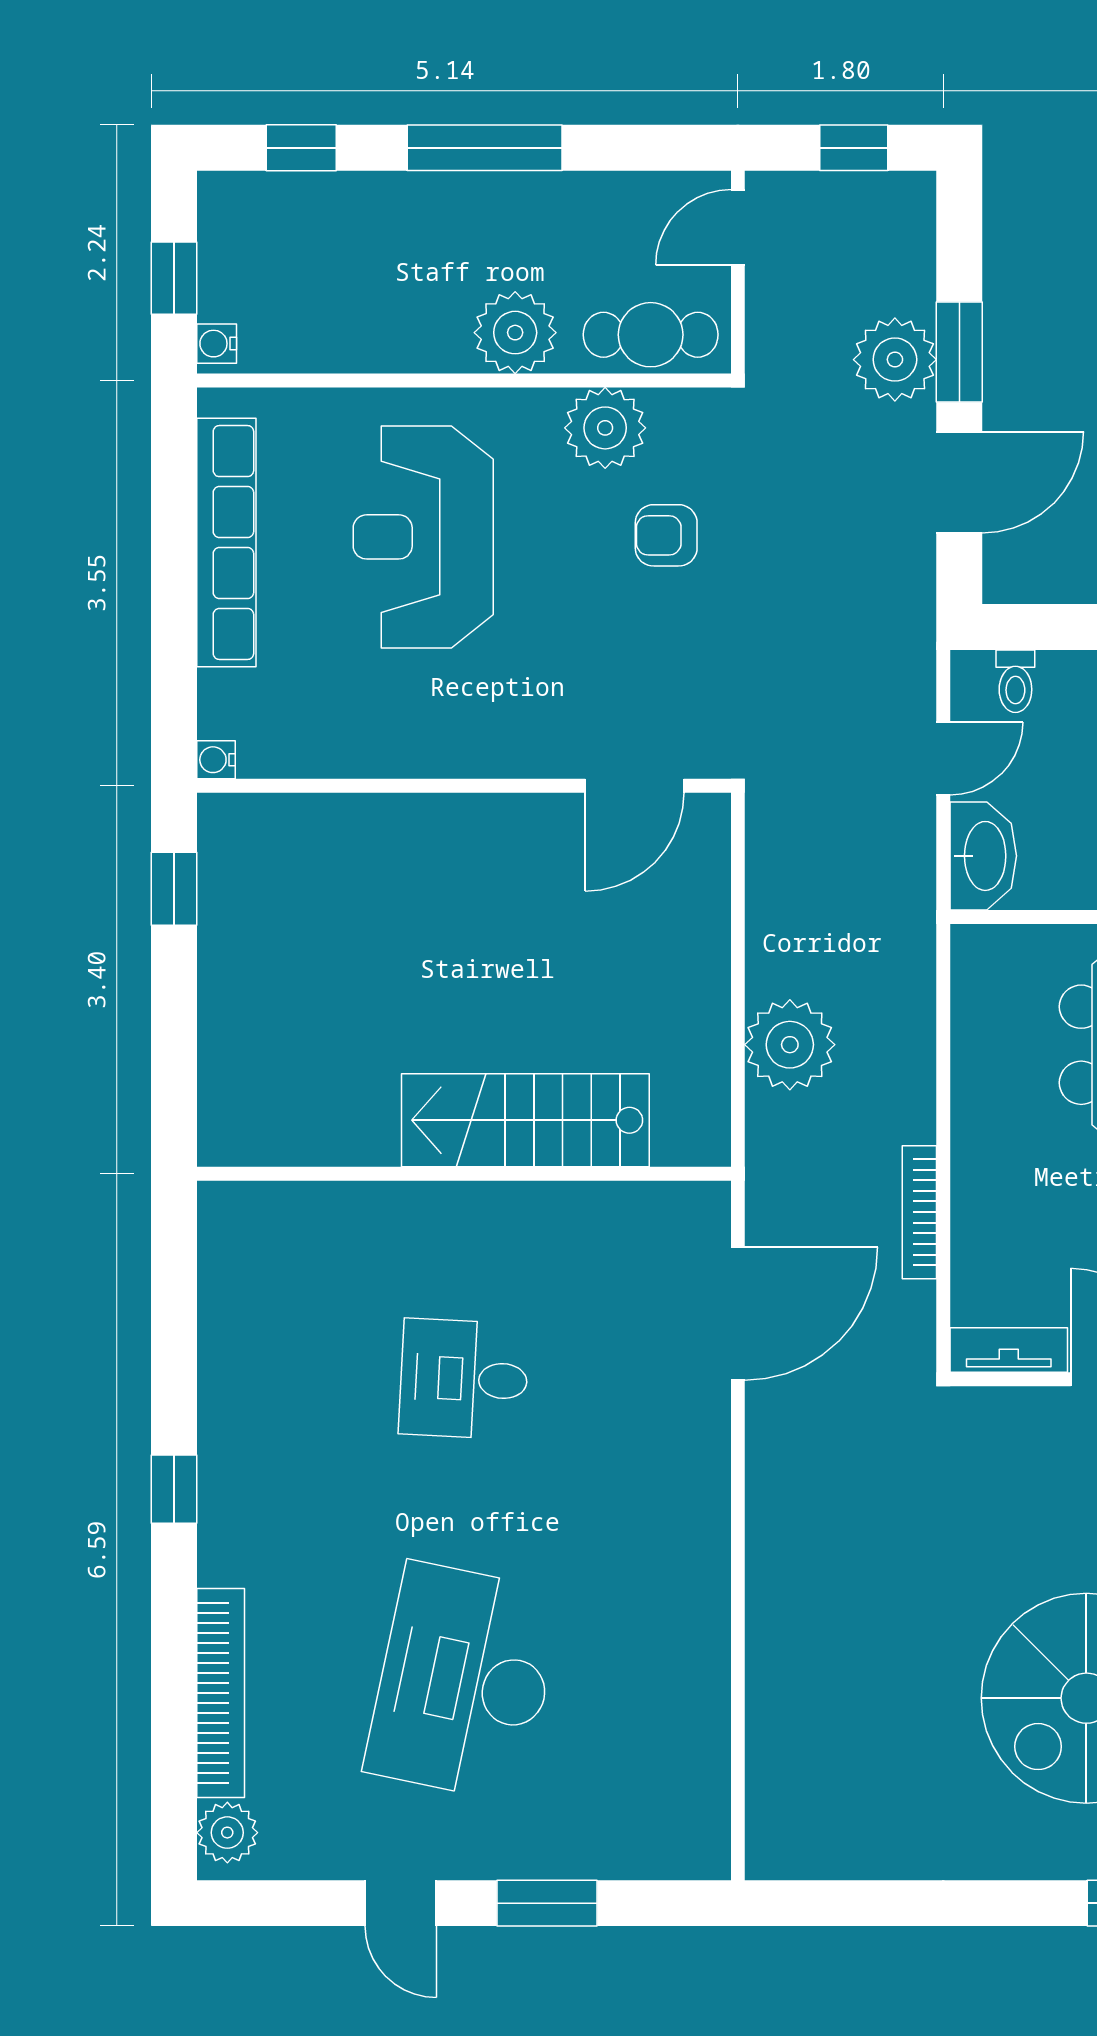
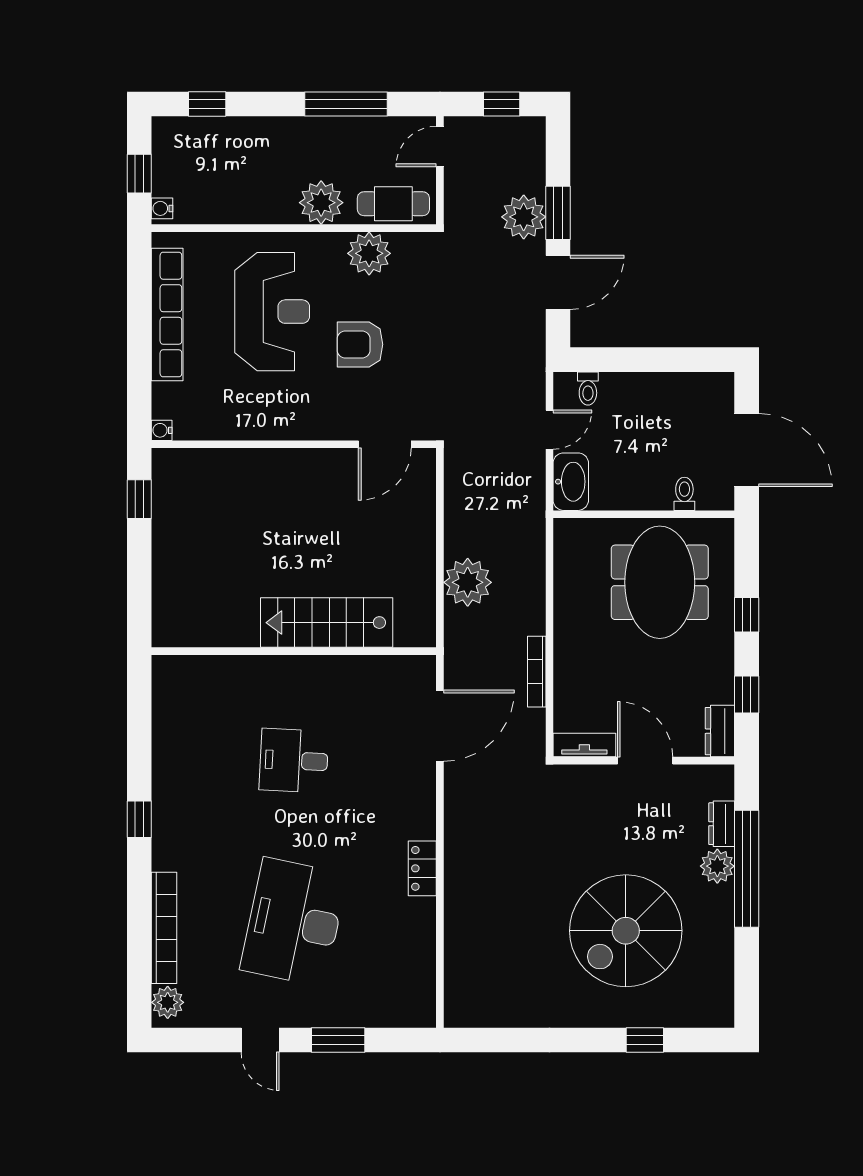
window: (485, 148) -> (346, 104), moved
armchair: (666, 535) -> (360, 344), moved, width x1.38, depth x1.38
reception desk: (423, 537) -> (272, 312), turned 180
locker: (705, 1581) -> (422, 868), added

